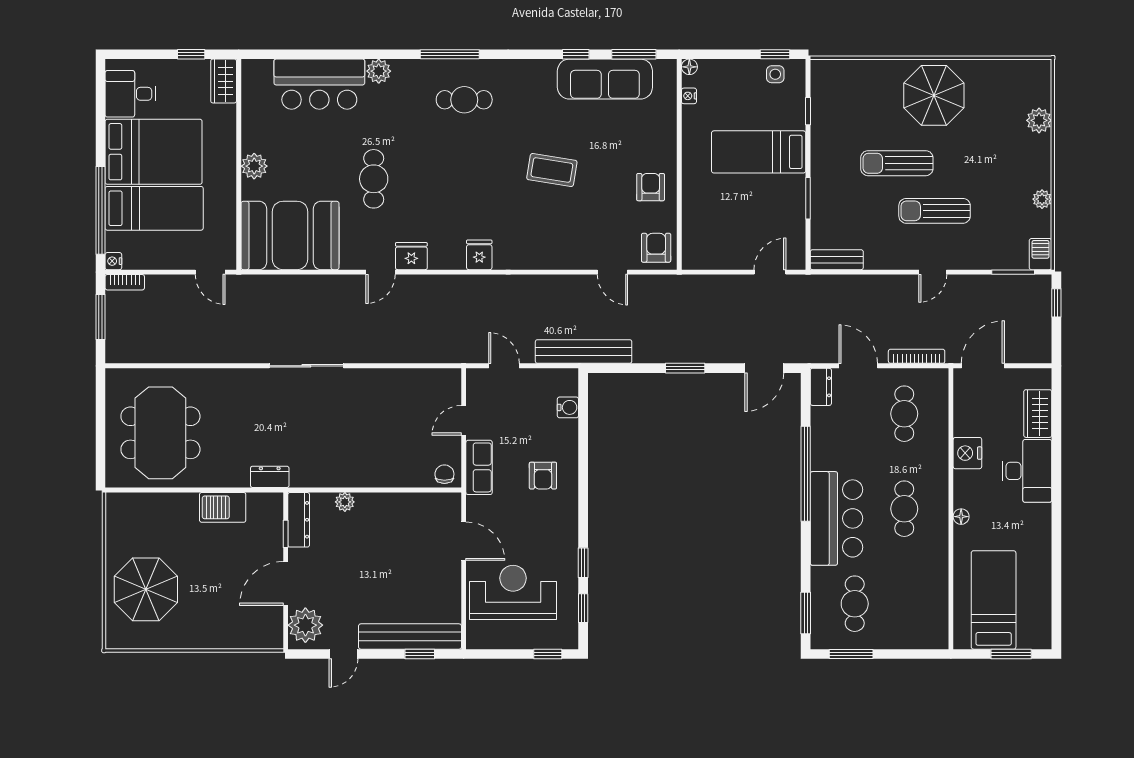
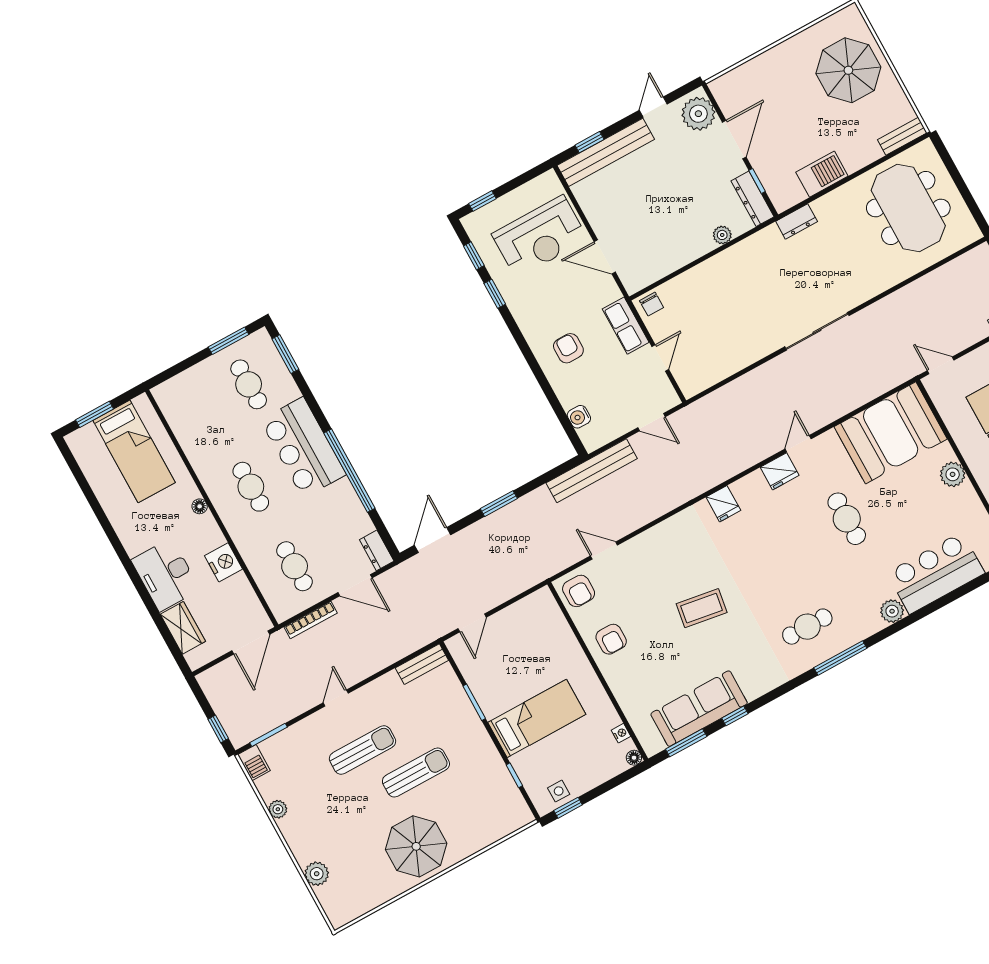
bench: (130, 502) -> (902, 136), added

